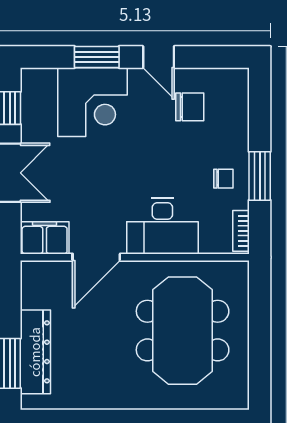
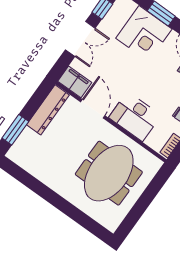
door: (96, 257) -> (93, 109), swing flipped
dresser: (35, 352) -> (48, 110), moved

